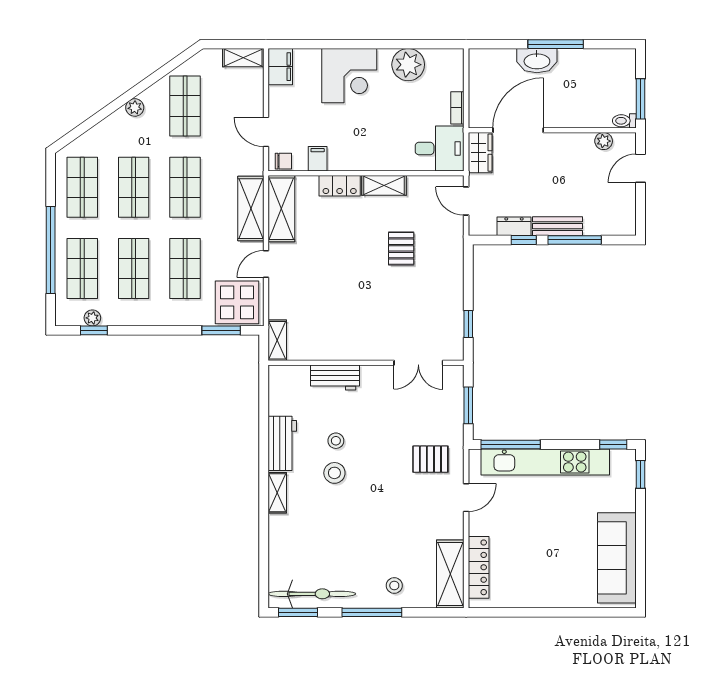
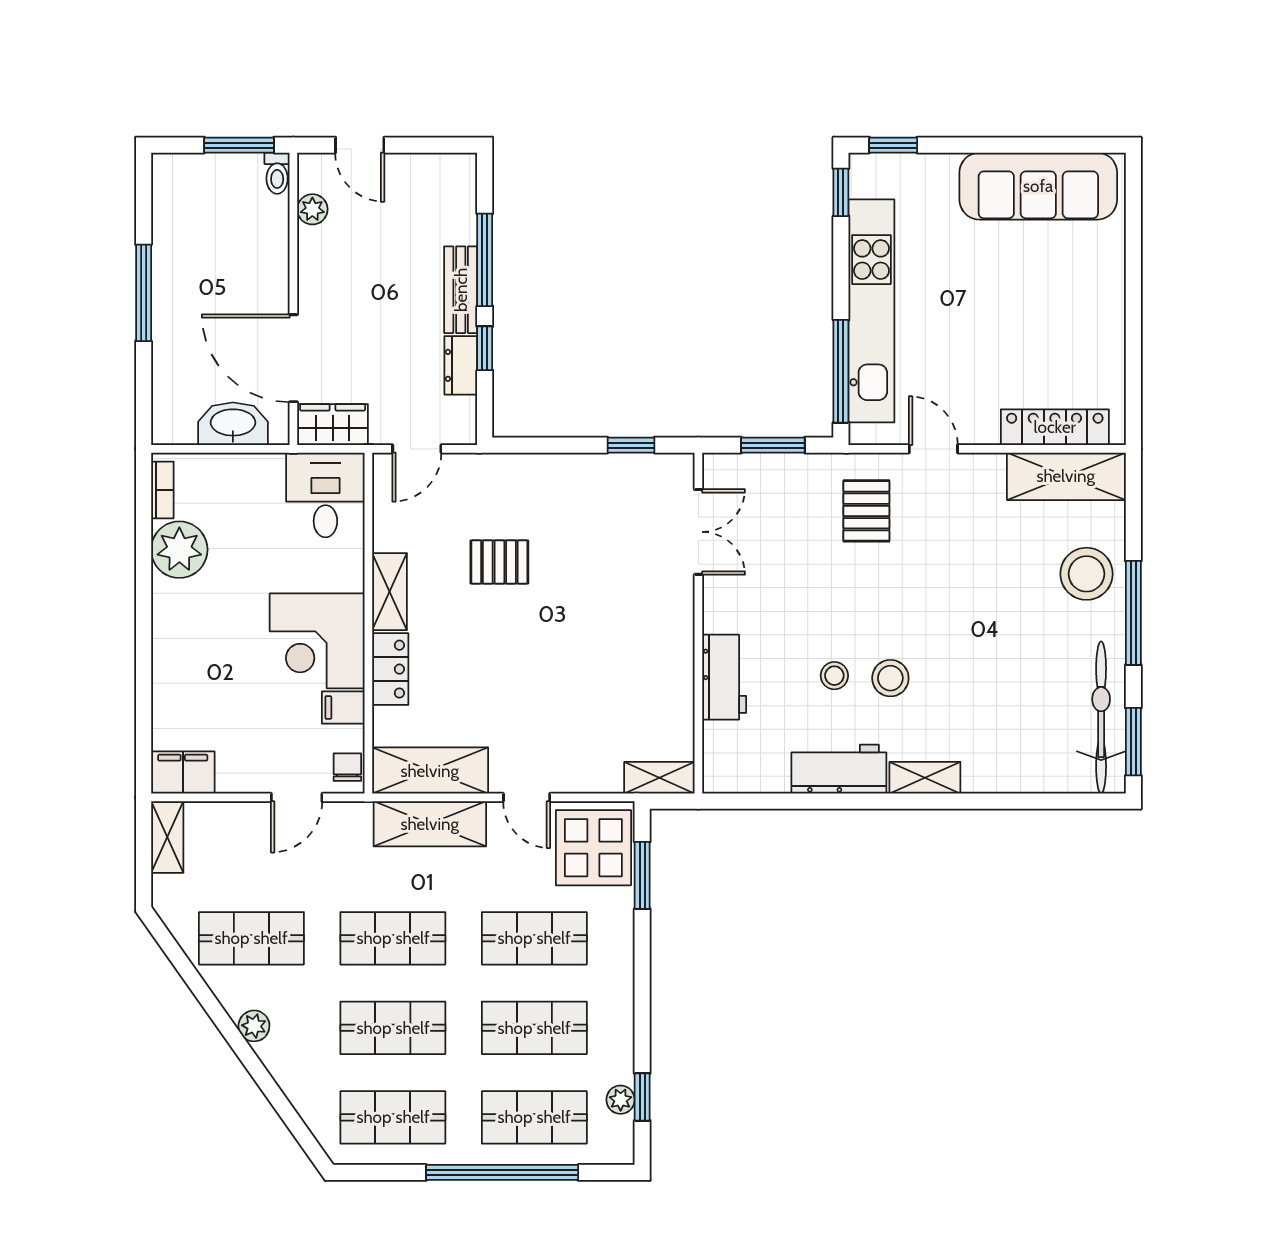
washbasin: (537, 61) -> (233, 424), moved, turned -90
corner desk: (349, 76) -> (317, 641), moved, turned 180
bookcase: (457, 108) -> (162, 490), moved, turned -90
stool: (394, 585) -> (1087, 574), width x1.89, depth x1.89

